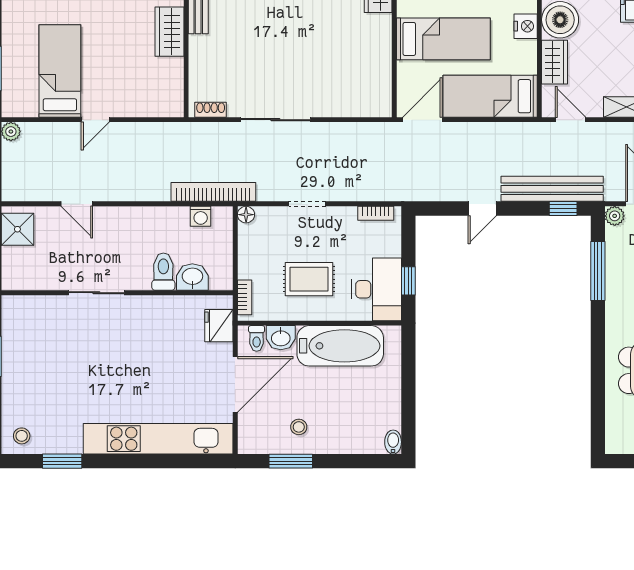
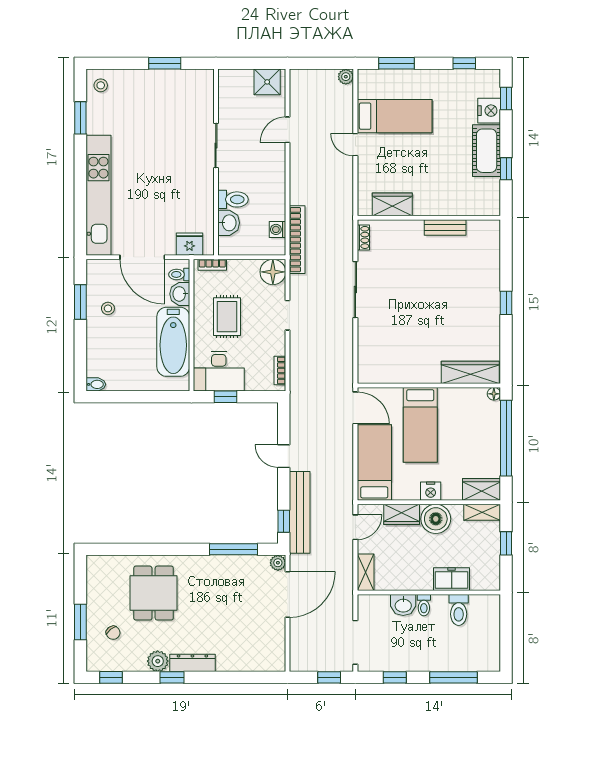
wardrobe: (169, 32) -> (392, 204), moved
floor lamp: (246, 215) -> (273, 272), width x1.89, depth x1.89

